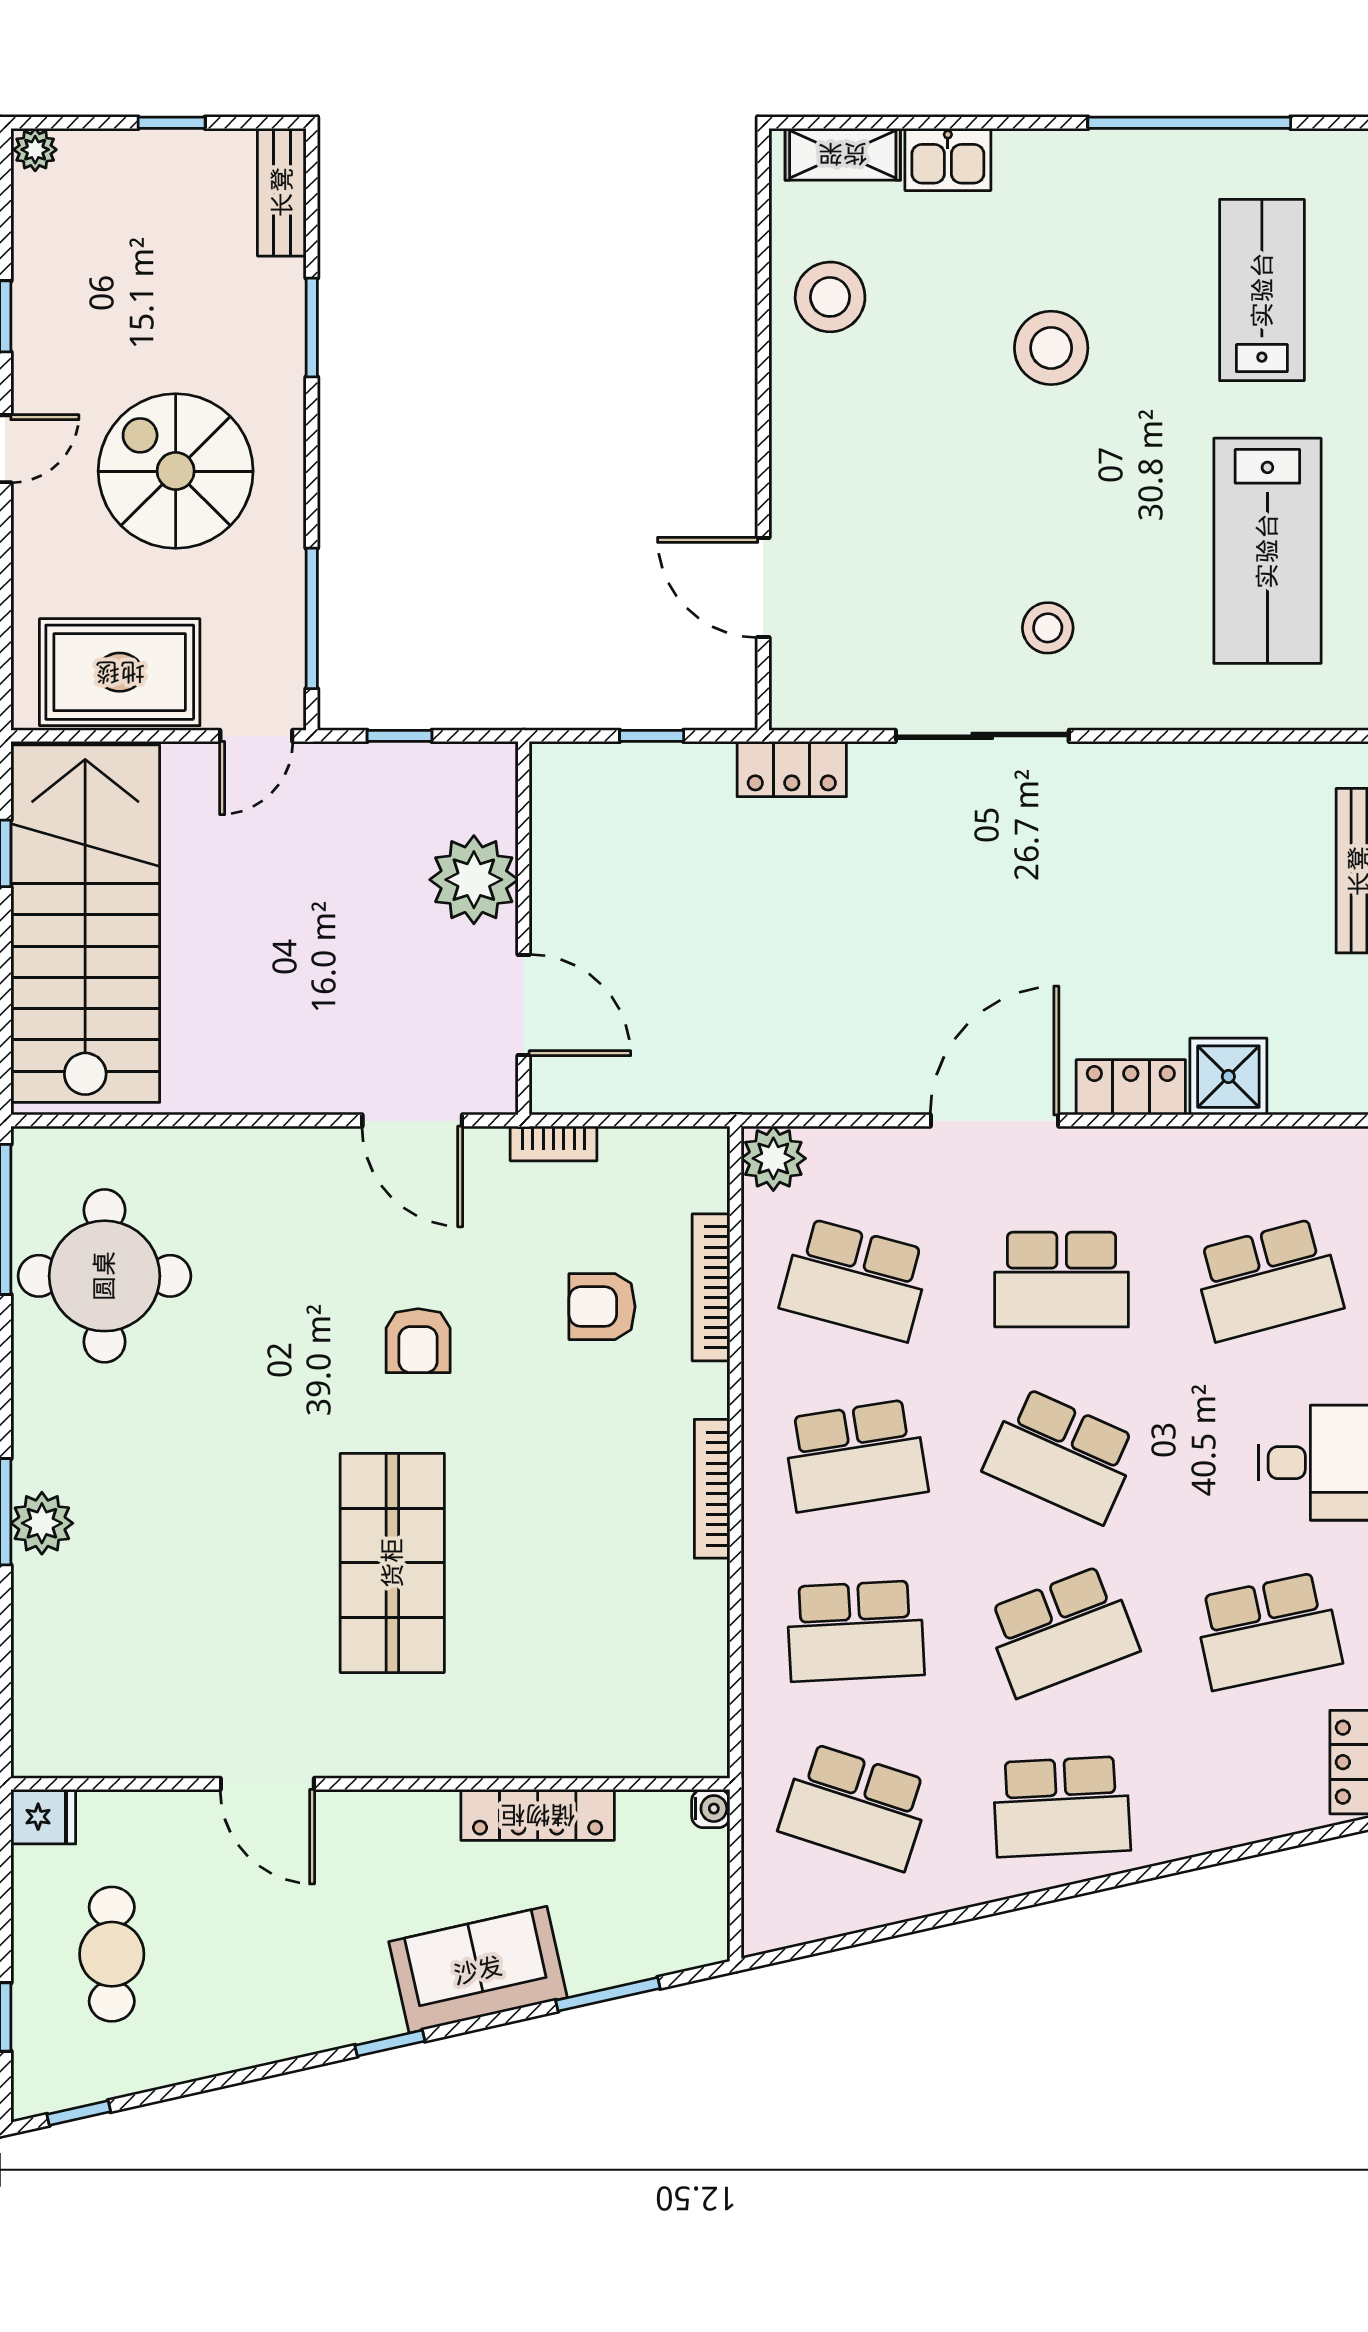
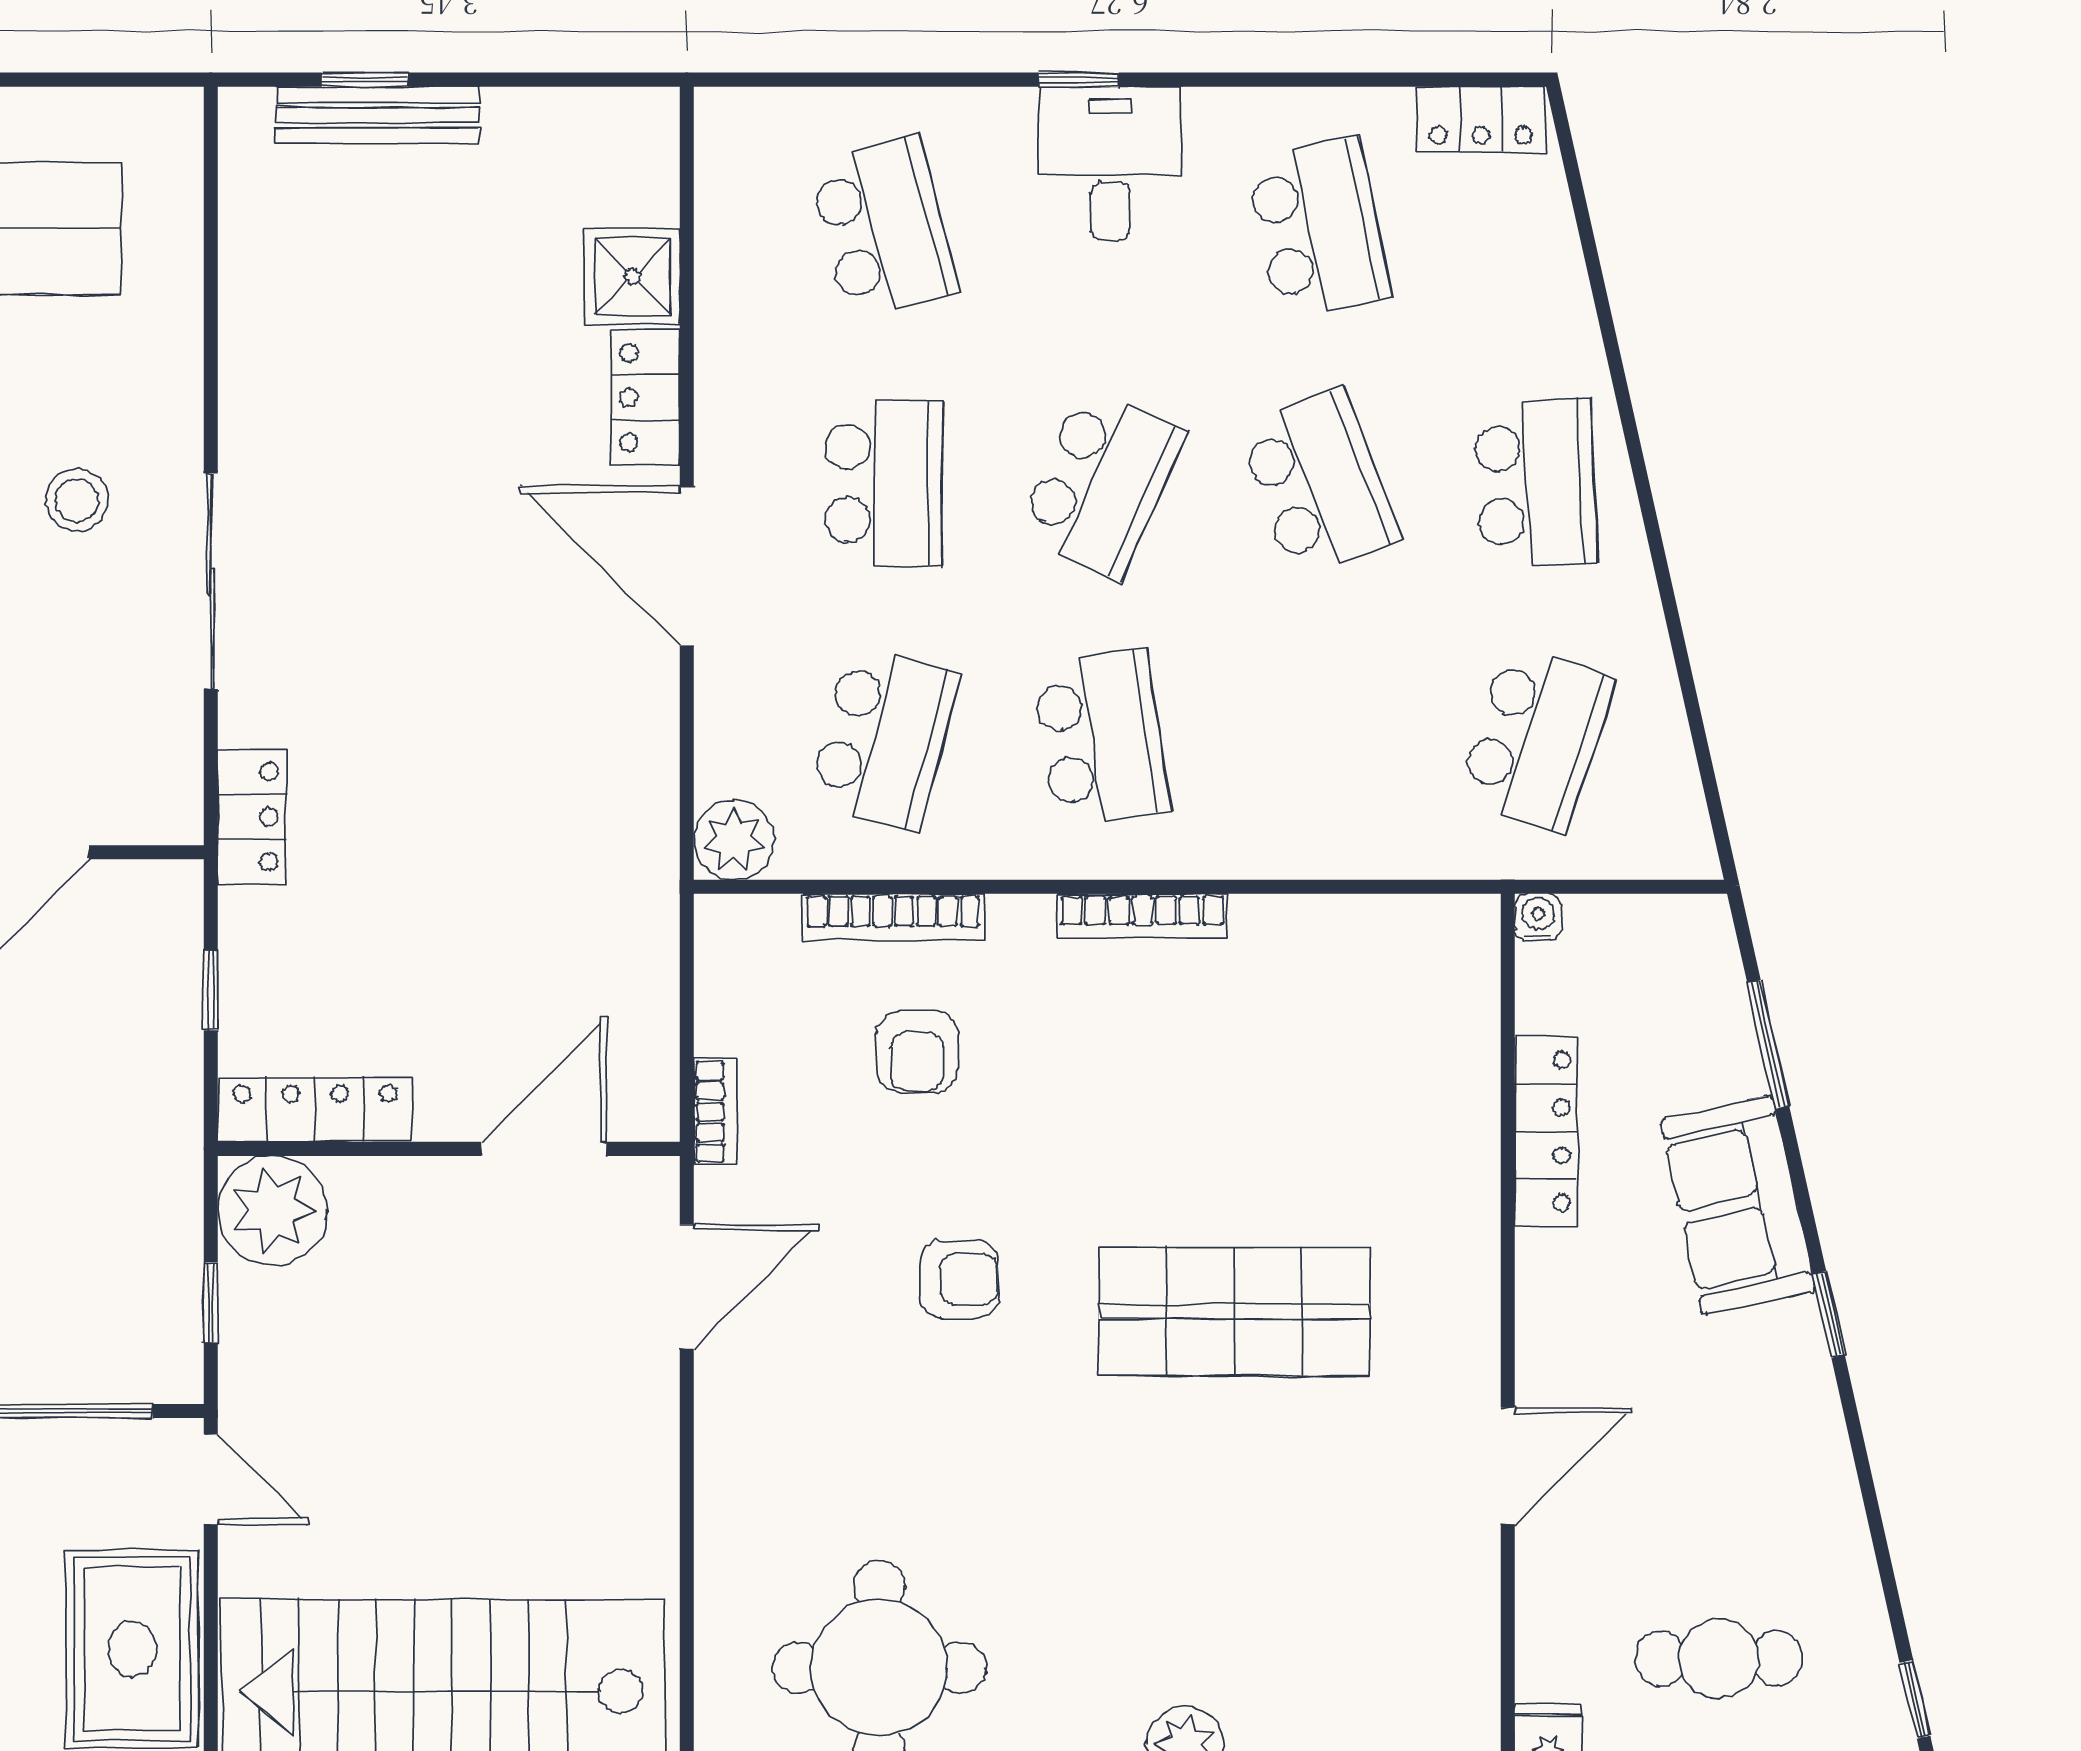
locker: (555, 820) -> (315, 1110), added
plant: (474, 880) -> (273, 1211), moved
school desk: (855, 1631) -> (1318, 738), removed

